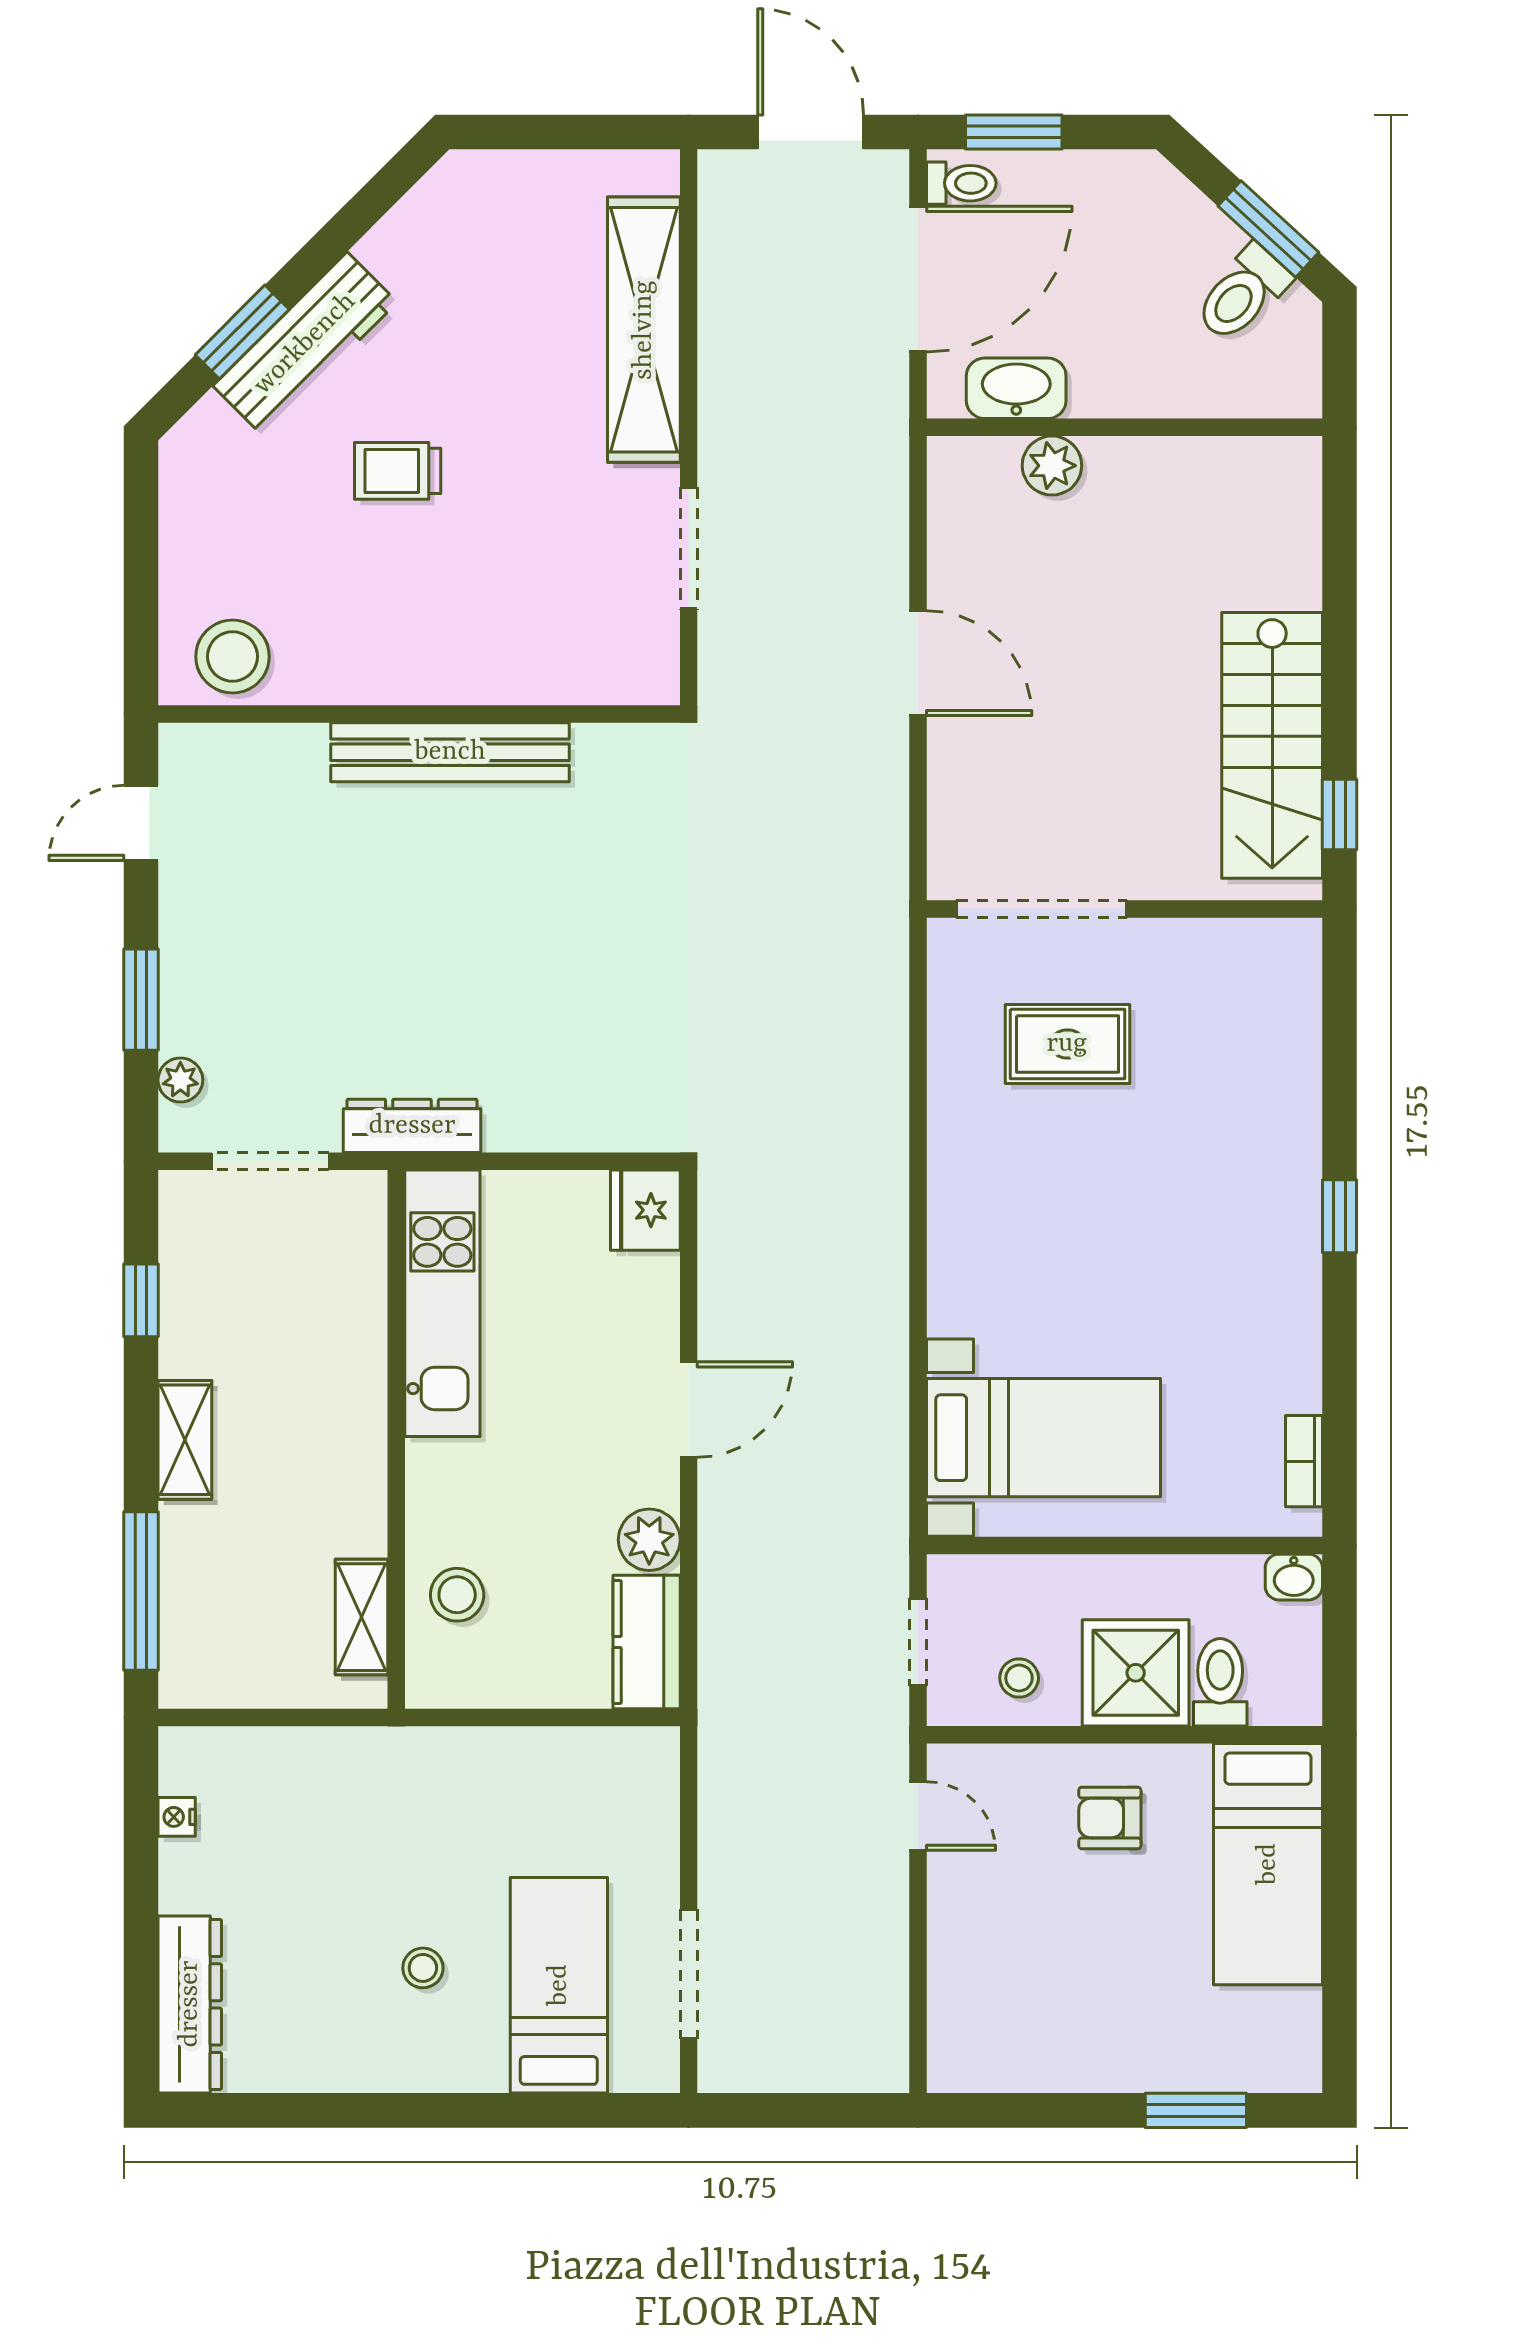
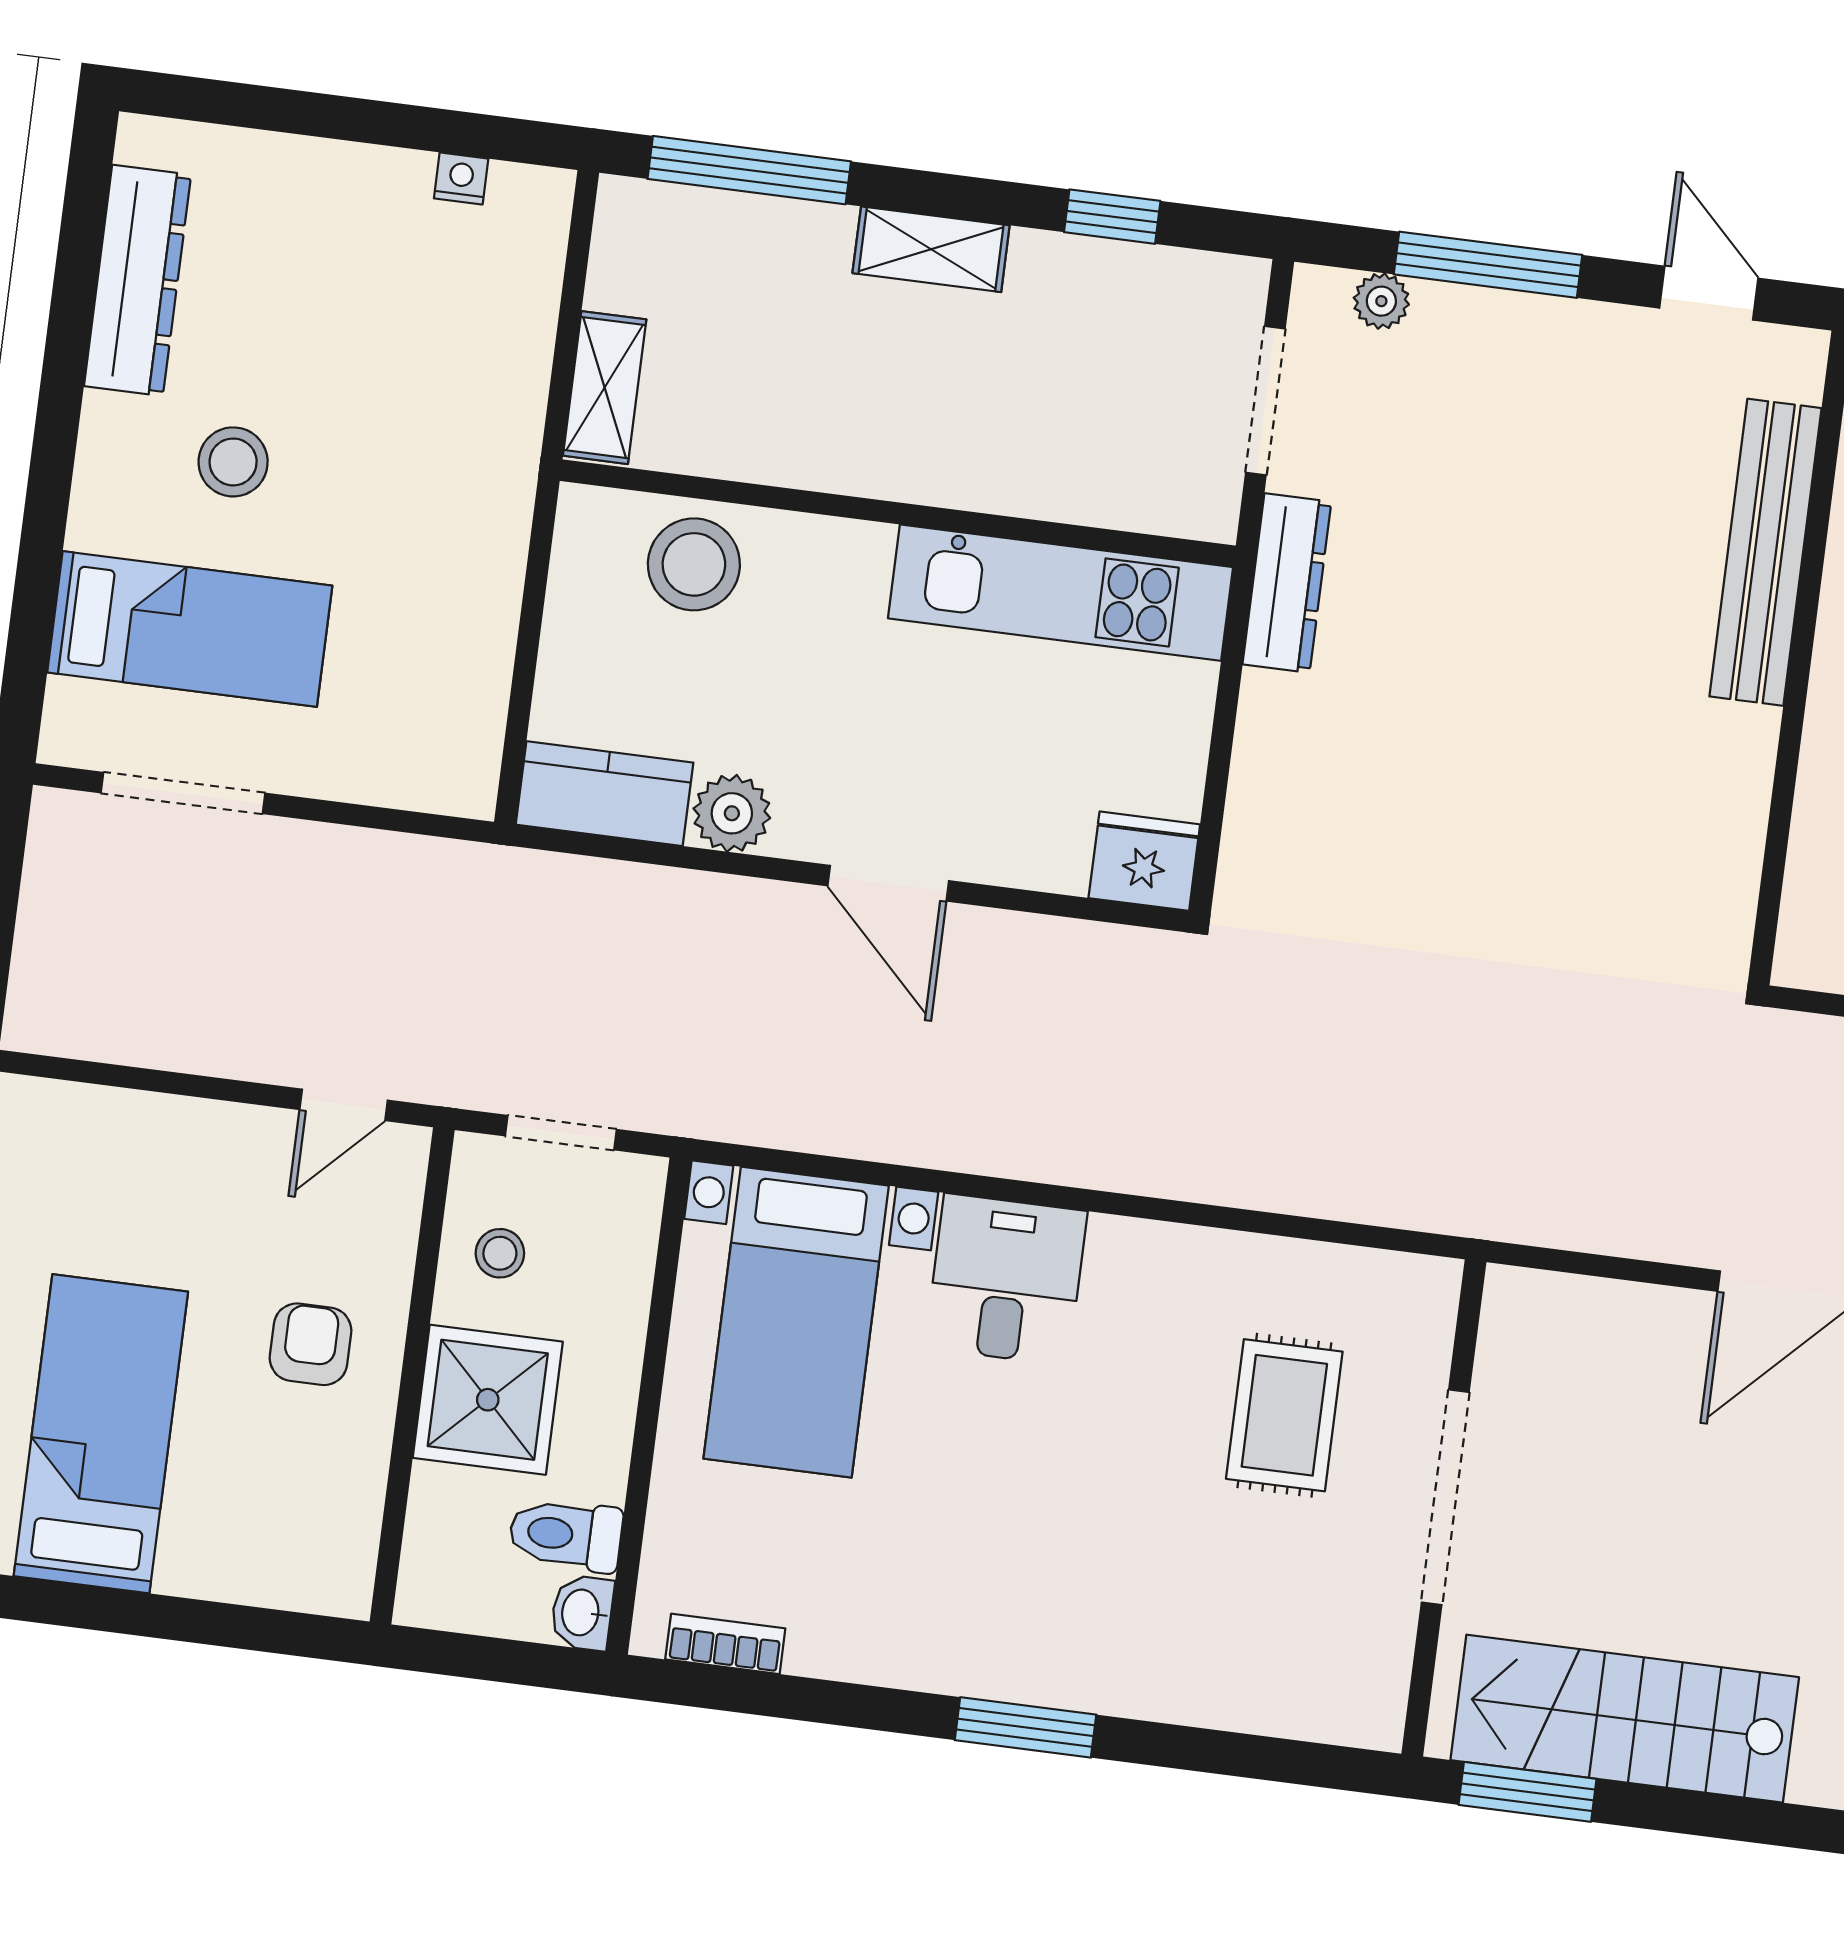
bench: (450, 752) -> (1765, 552), moved
window: (1339, 814) -> (1528, 1792), width x1.50
doorway: (1042, 909) -> (1445, 1497), moved
window: (141, 1000) -> (1488, 265), width x1.44
window: (1339, 1216) -> (1025, 1727), width x1.50
desk: (989, 1277) -> (1006, 1279), added
stool: (457, 1595) -> (694, 564), width x1.38, depth x1.38
shelving: (362, 1617) -> (605, 388), moved, turned 90
toilet: (1220, 1682) -> (566, 1535), moved, turned 180
bed: (1268, 1864) -> (101, 1434), moved, turned 90
stool: (423, 1968) -> (233, 462), width x1.37, depth x1.37
dresser: (190, 2004) -> (138, 280), moved, turned -90

